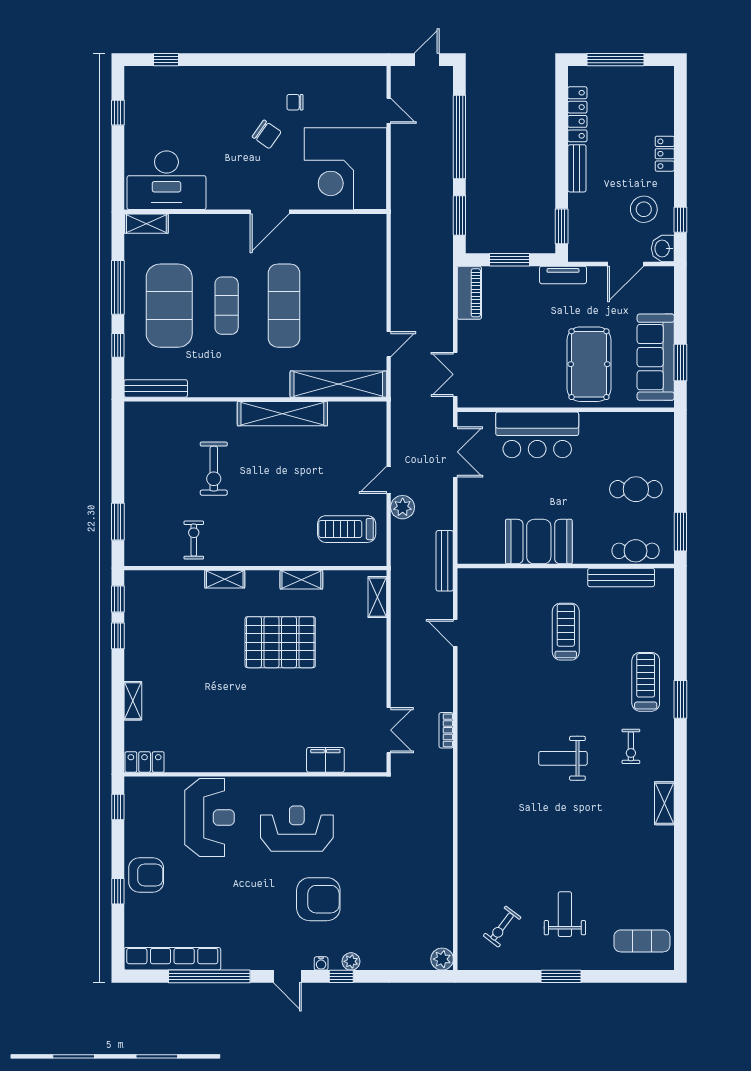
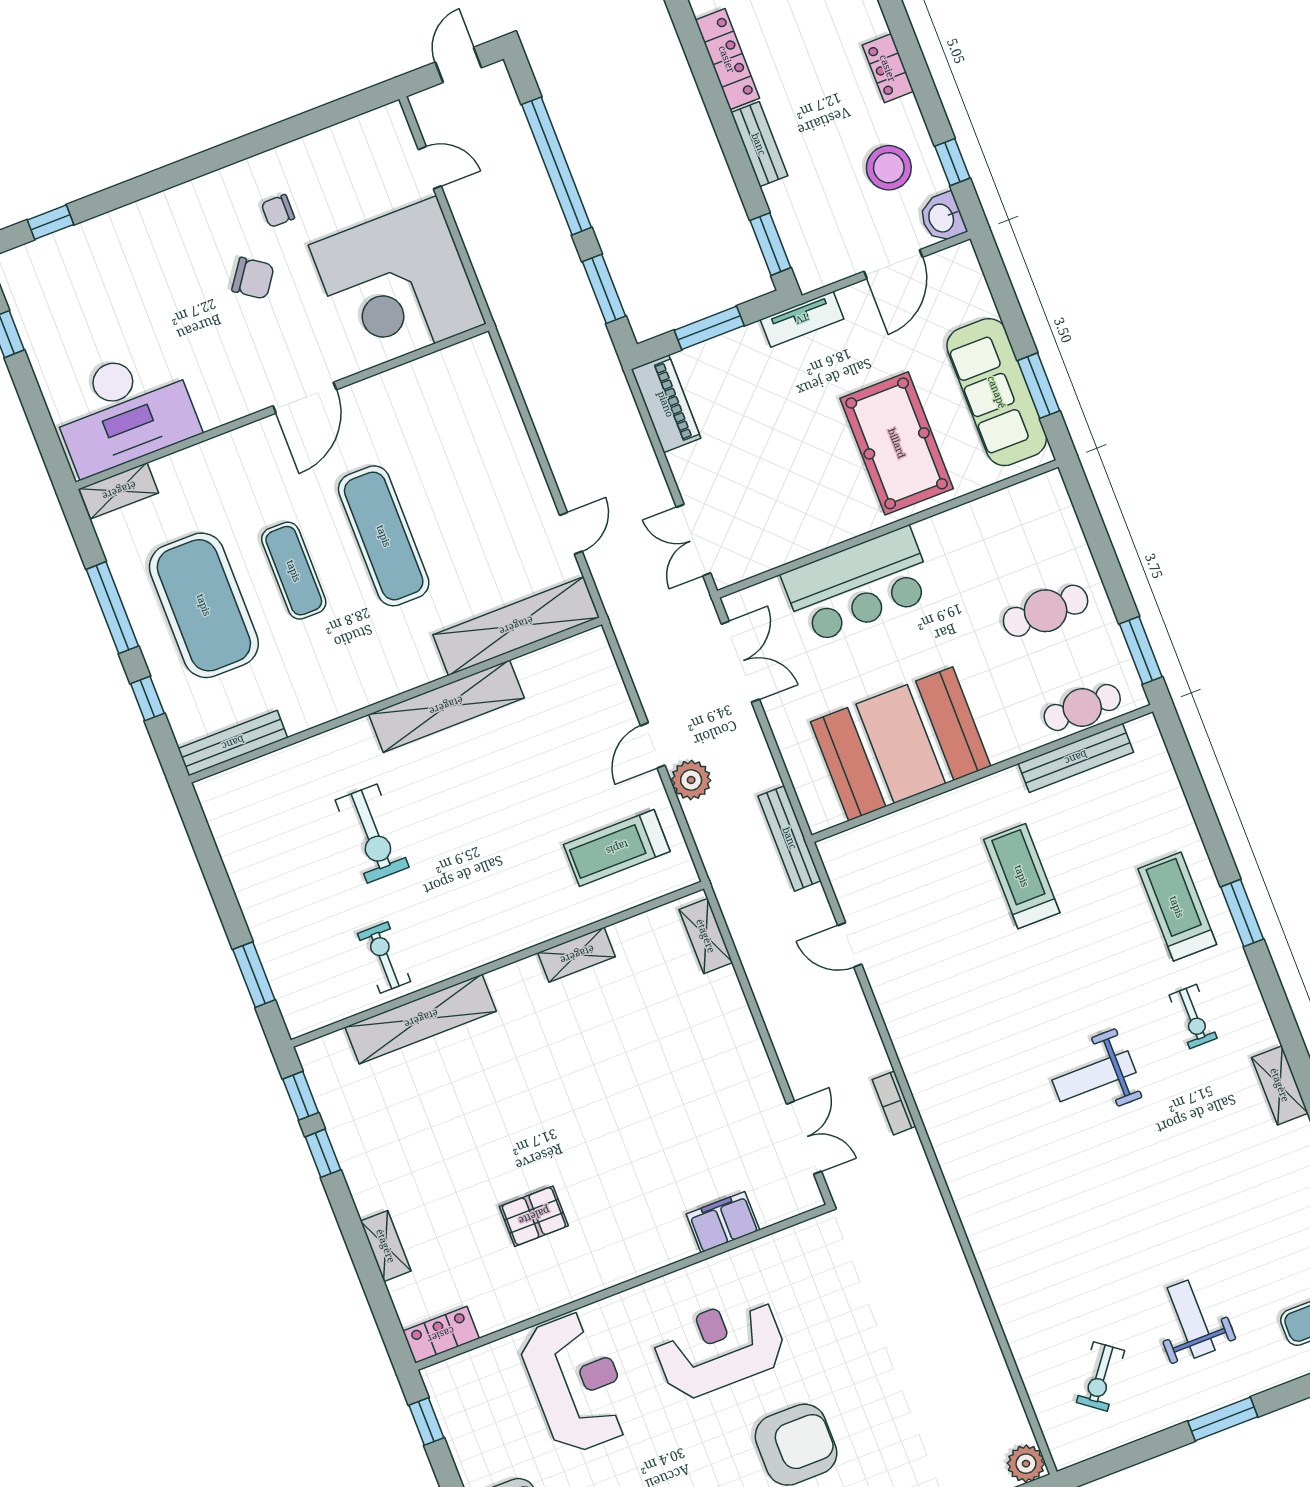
booth: (539, 542) -> (901, 744), width x1.36, depth x1.42
shelving: (225, 579) -> (421, 1019), width x2.20, depth x1.33
pallet: (280, 642) -> (534, 1216), moved, width x0.49, depth x0.50

